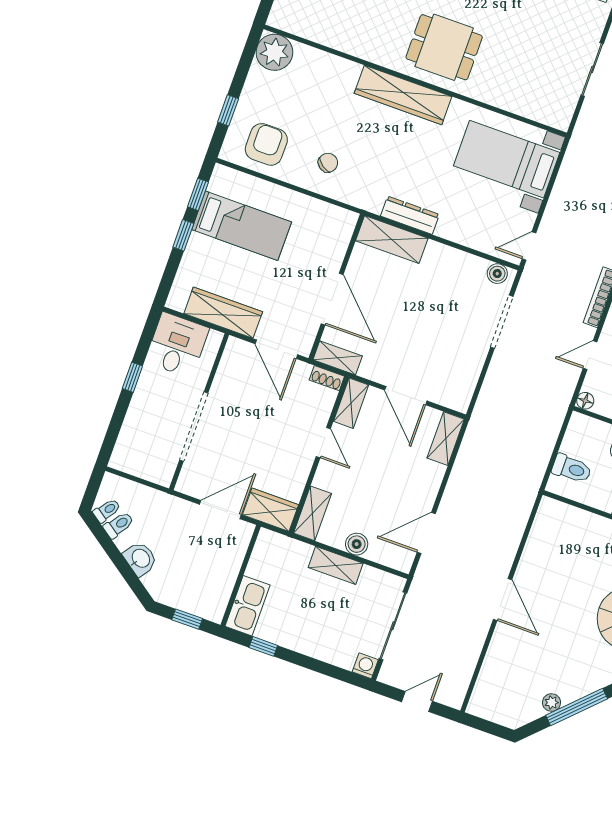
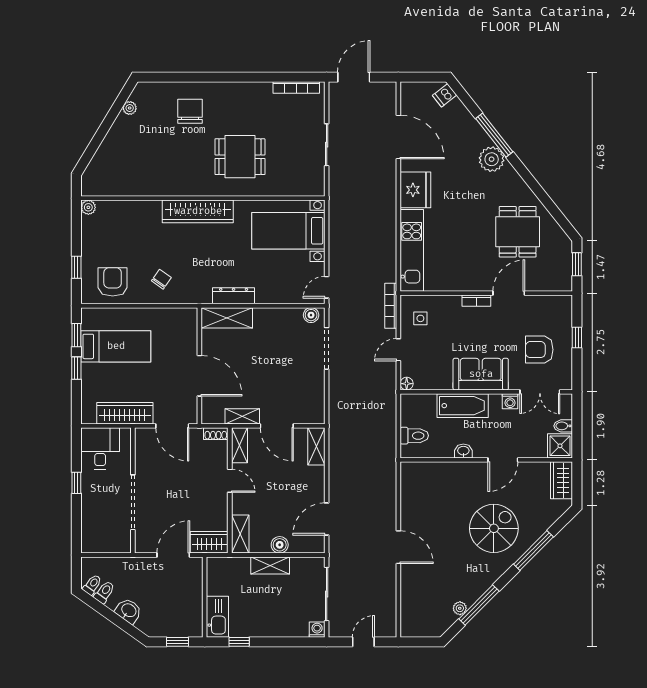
dining table: (444, 47) -> (240, 157), moved
plant: (274, 52) -> (88, 207), width x0.53, depth x0.53
shelving: (338, 358) -> (242, 416), moved

